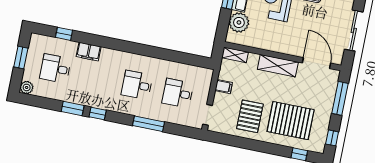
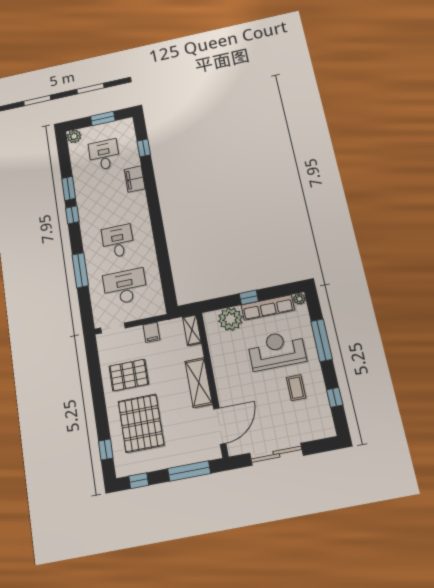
desk: (178, 93) -> (125, 287), width x1.37

